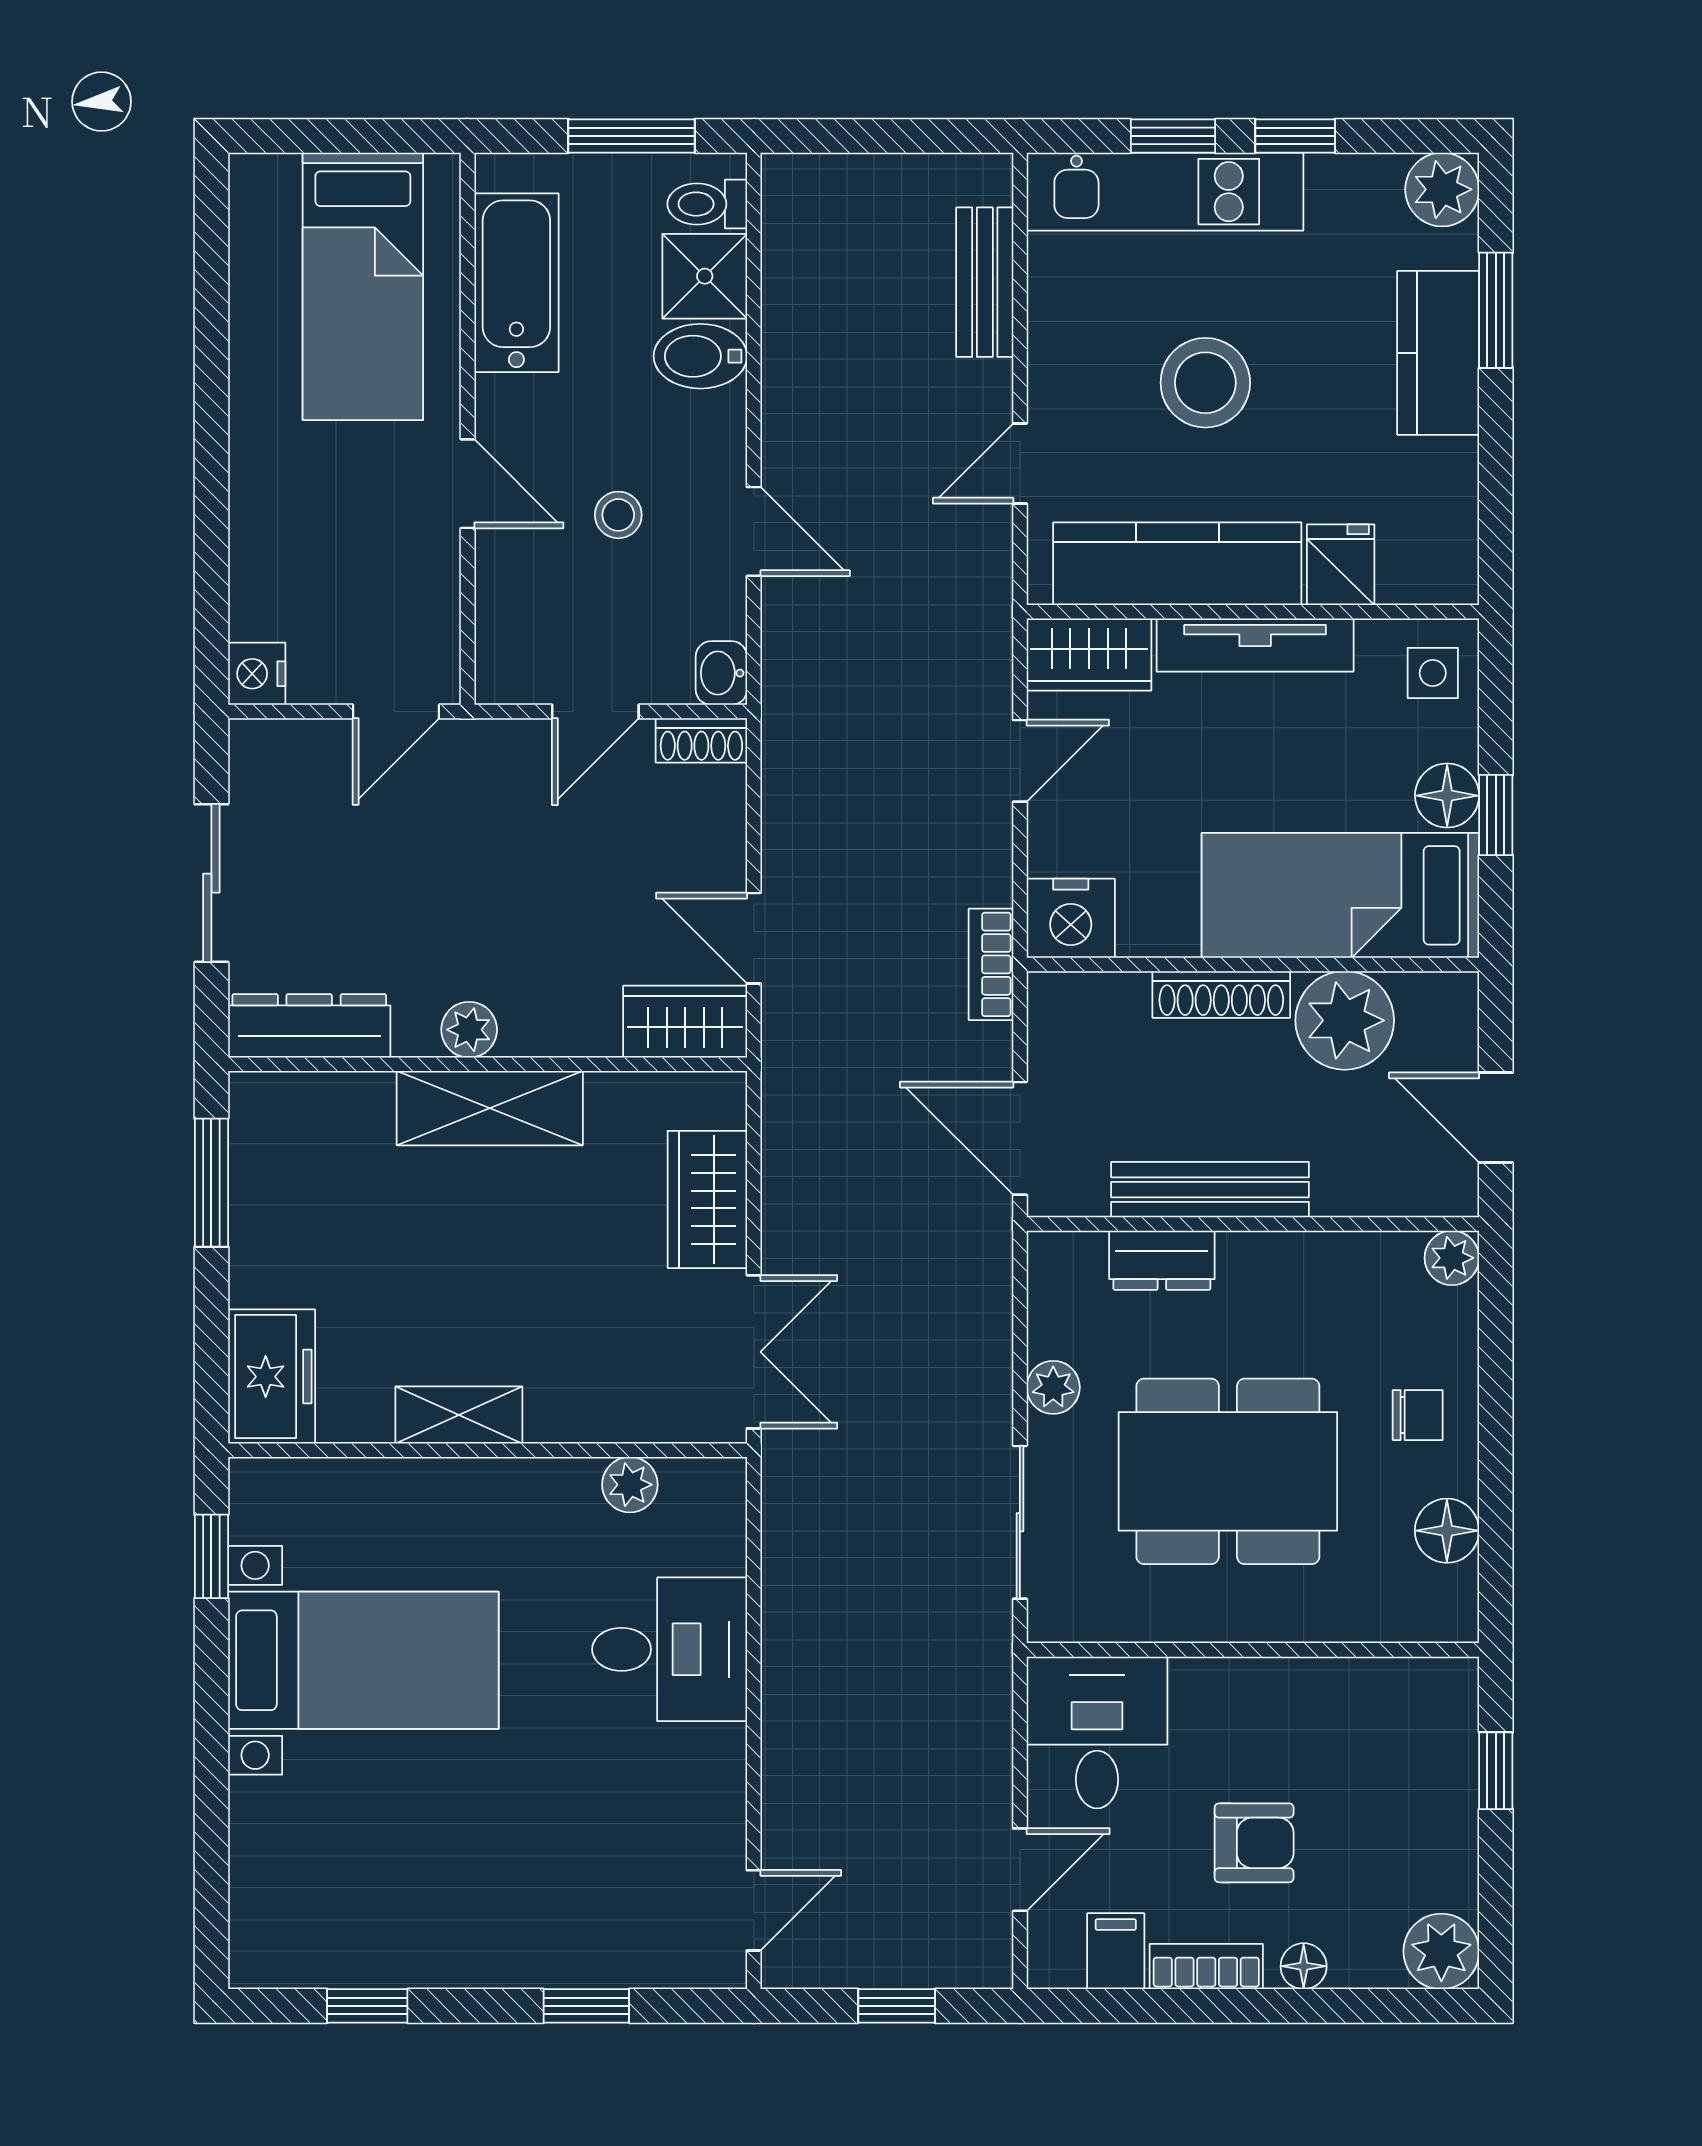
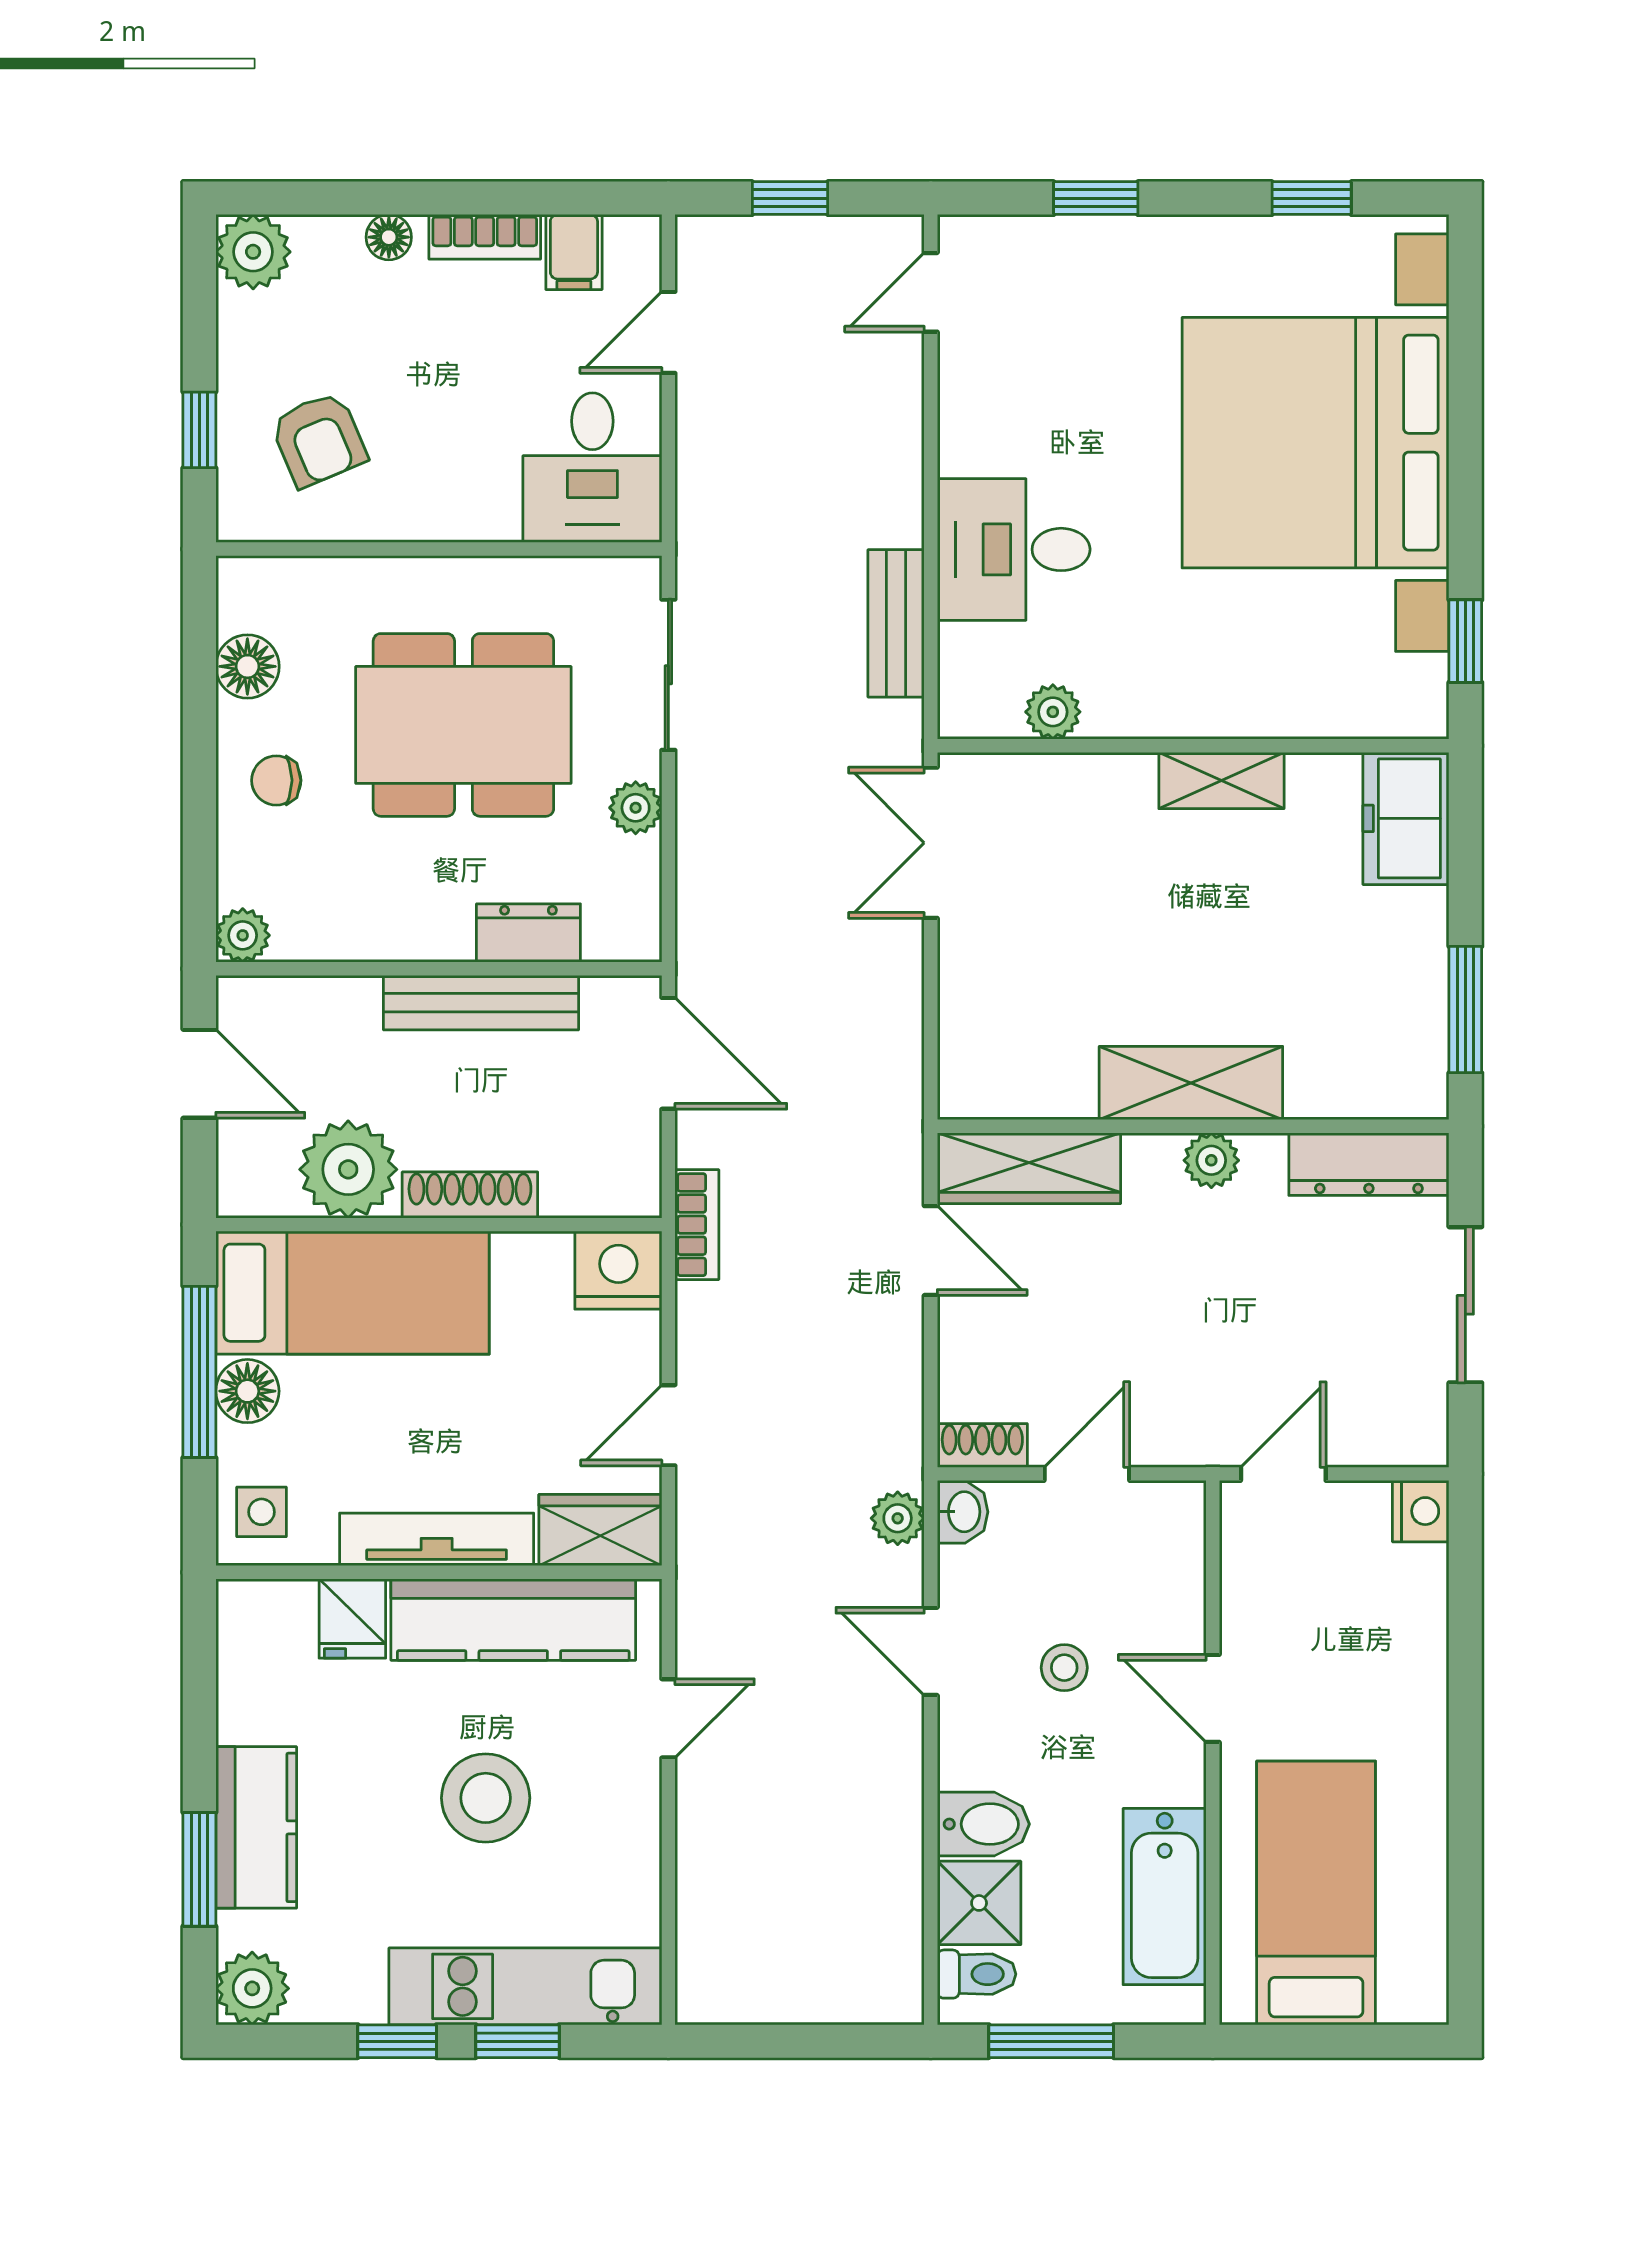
bench: (985, 282) -> (896, 623), moved
plant: (787, 666) -> (898, 1518), added
window: (1496, 815) -> (199, 1372), width x2.17
wardrobe: (685, 1022) -> (1029, 1168), width x1.50
wardrobe: (707, 1199) -> (977, 993), removed
bed with nightstands: (363, 1660) -> (1315, 443), width x1.85
armchair: (1254, 1843) -> (319, 439), moved, turned -113

